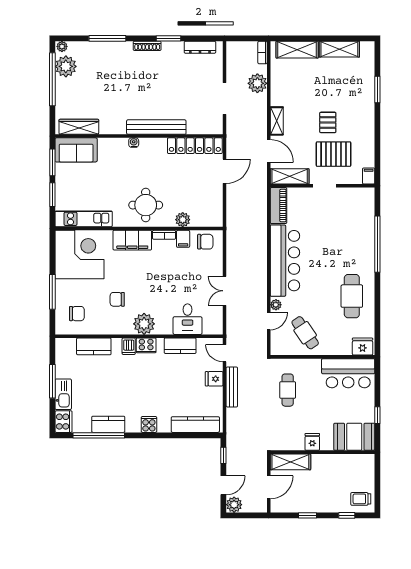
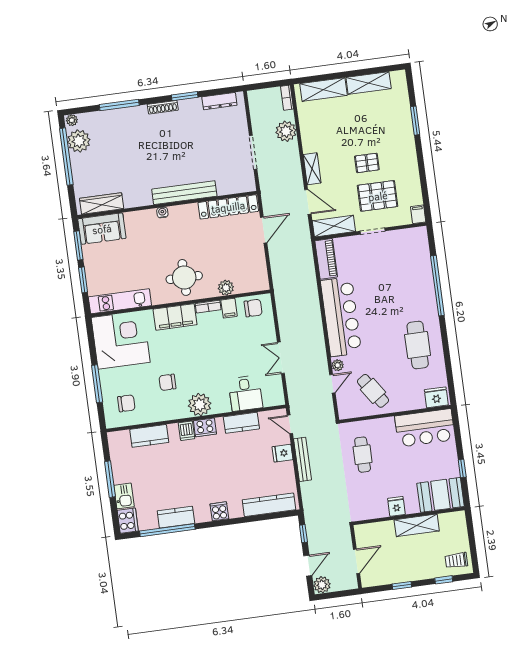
pallet: (328, 122) -> (367, 163), turned 90
kitchen sink: (63, 394) -> (124, 496), width x0.73
shelving: (290, 462) -> (417, 525), moved

